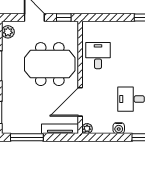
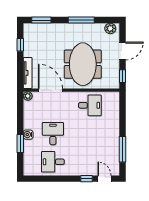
water cooler: (119, 128) -> (28, 135), moved
window: (27, 137) -> (20, 45), width x0.46

